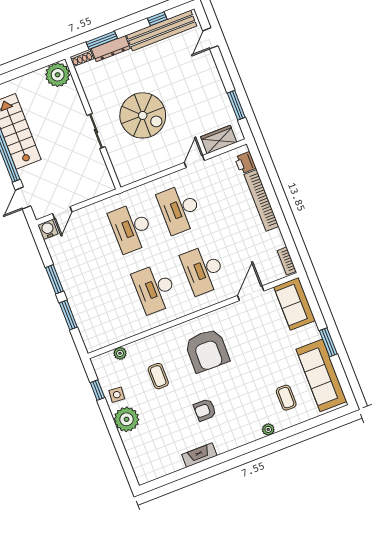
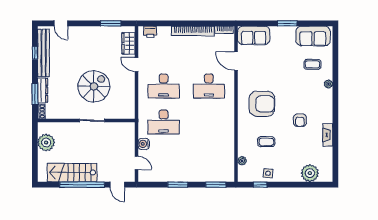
plant: (58, 75) -> (46, 143), moved
bookcase: (261, 200) -> (193, 31), moved
water cooler: (48, 229) -> (144, 144), moved
desk: (155, 289) -> (209, 122), removed
window: (68, 315) -> (216, 185), moved
sofa: (321, 375) -> (313, 36), width x0.73
plant: (127, 419) -> (310, 173), moved

